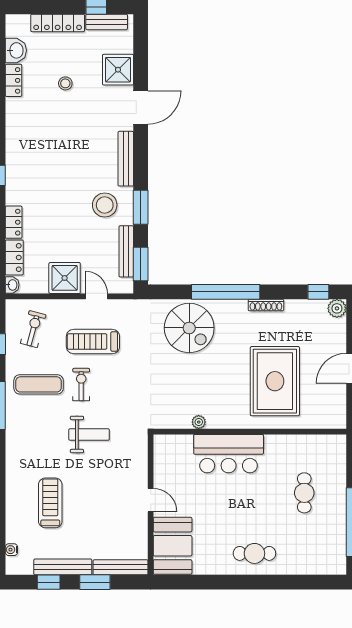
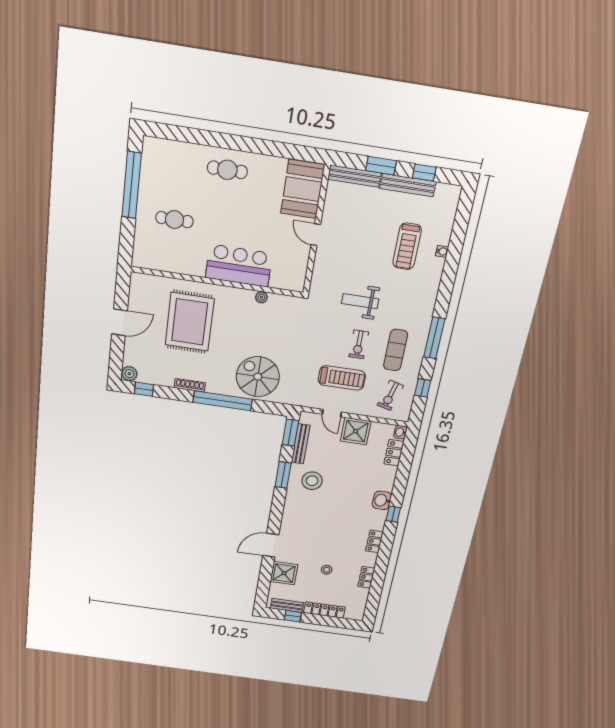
washbasin: (16, 50) -> (382, 500), moved
bench: (126, 159) -> (289, 511), removed
locker: (14, 222) -> (374, 541), moved
exercise mat: (39, 384) -> (396, 350), turned 90
cafe table: (304, 493) -> (174, 220), turned 90
water cooler: (11, 550) -> (442, 251), moved

